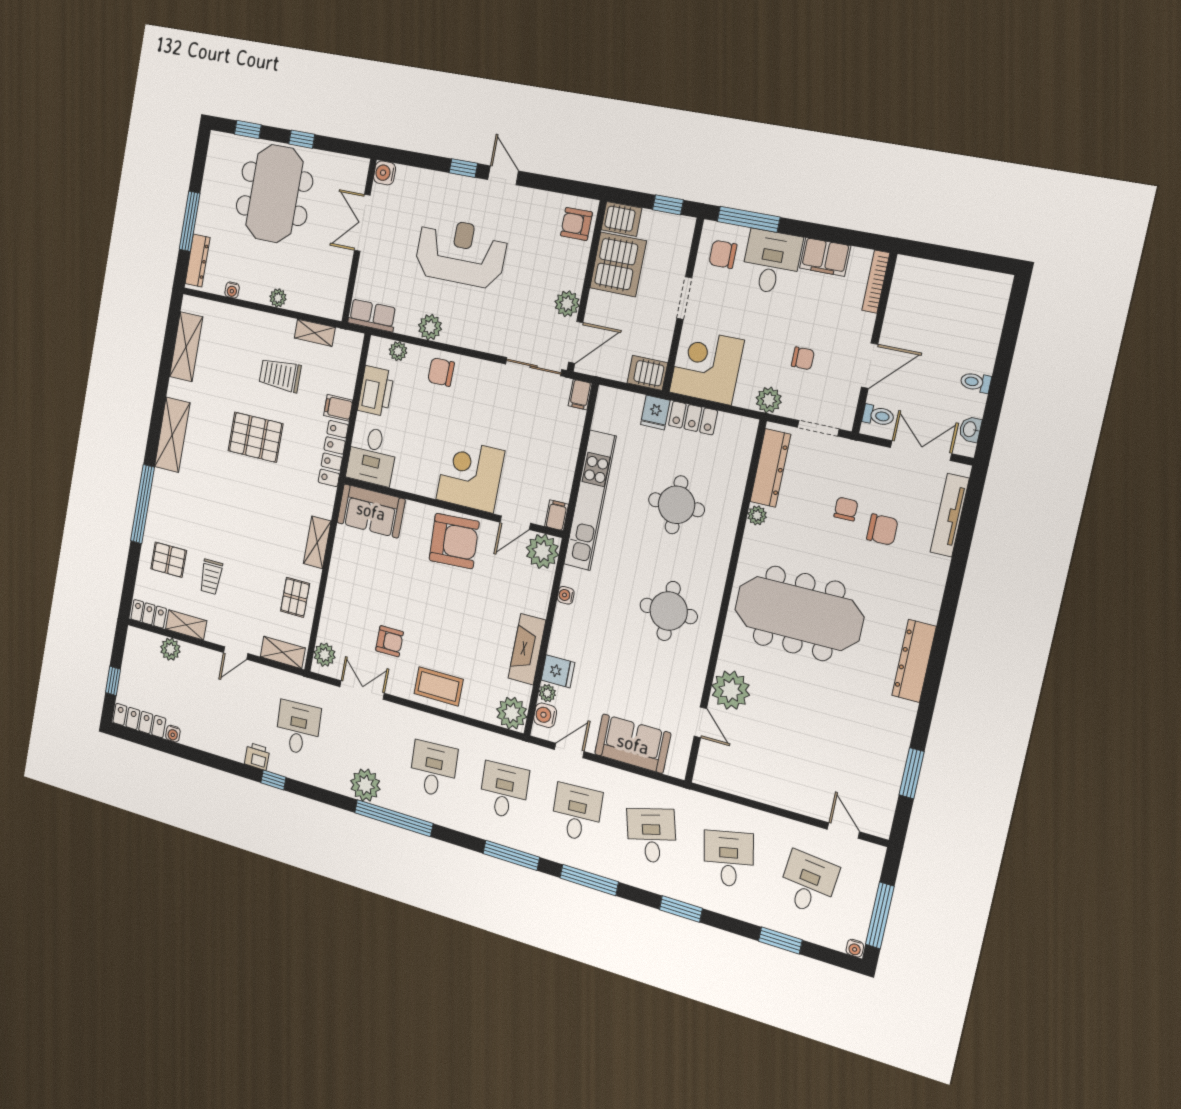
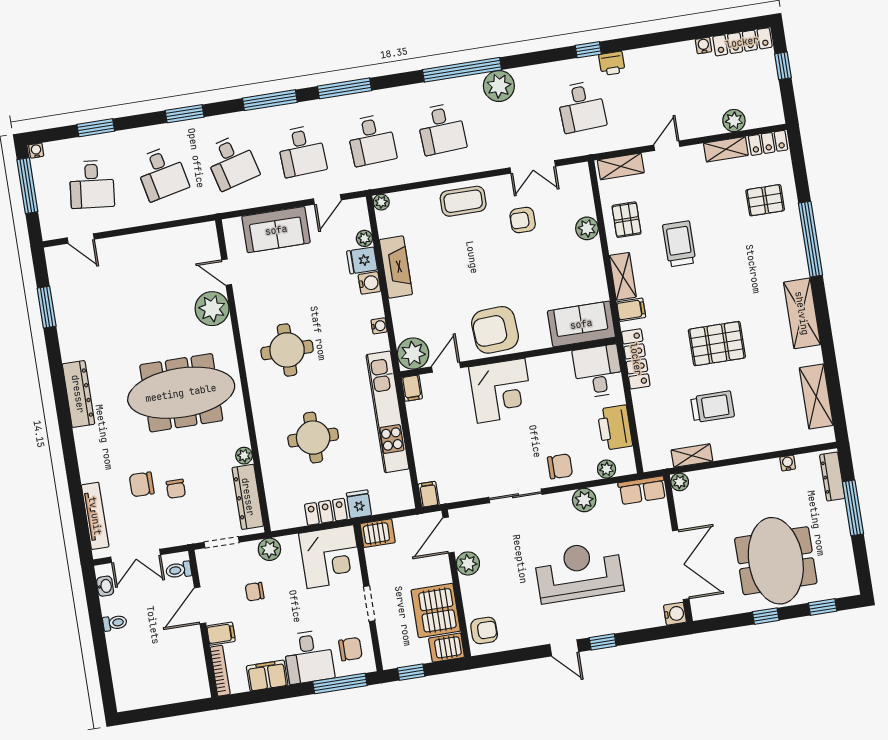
double door: (362, 223) -> (681, 565), width x1.37
reception desk: (461, 253) -> (579, 572), turned 180
plant: (278, 298) -> (680, 482), moved
filing cabinet: (858, 324) -> (221, 634), added
sliding door: (534, 367) -> (515, 496), moved
filing cabinet: (338, 408) -> (631, 310), moved
trolley: (211, 577) -> (679, 244), moved, width x1.36, depth x1.39
plant: (324, 655) -> (587, 228), moved
plant: (512, 713) -> (381, 202), width x0.53, depth x0.53
water cooler: (545, 715) -> (369, 283), moved

